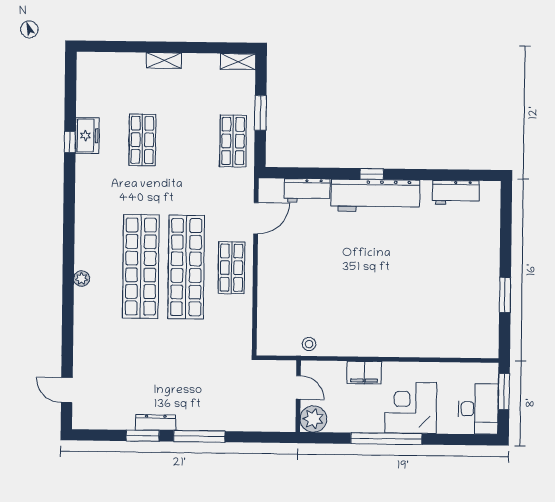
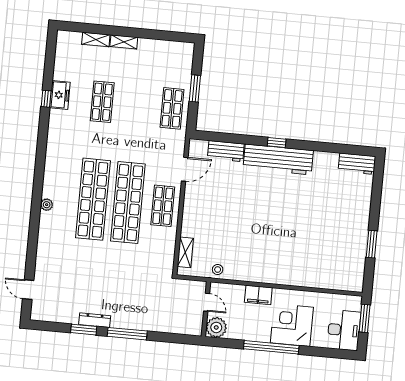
shelving: (238, 62) -> (96, 39), moved
workbench: (456, 193) -> (357, 164), moved
shelving: (265, 325) -> (185, 252), added

